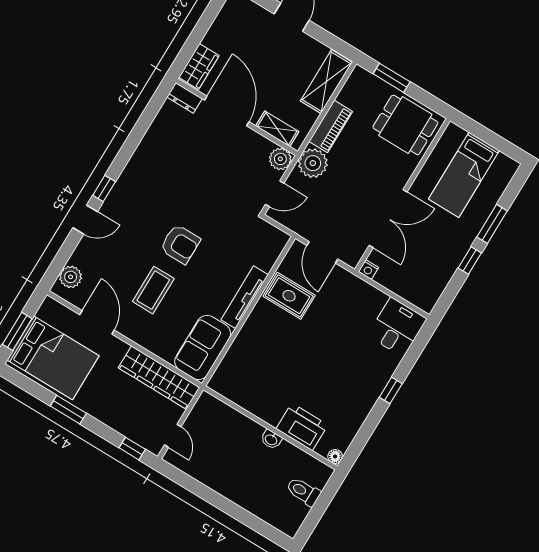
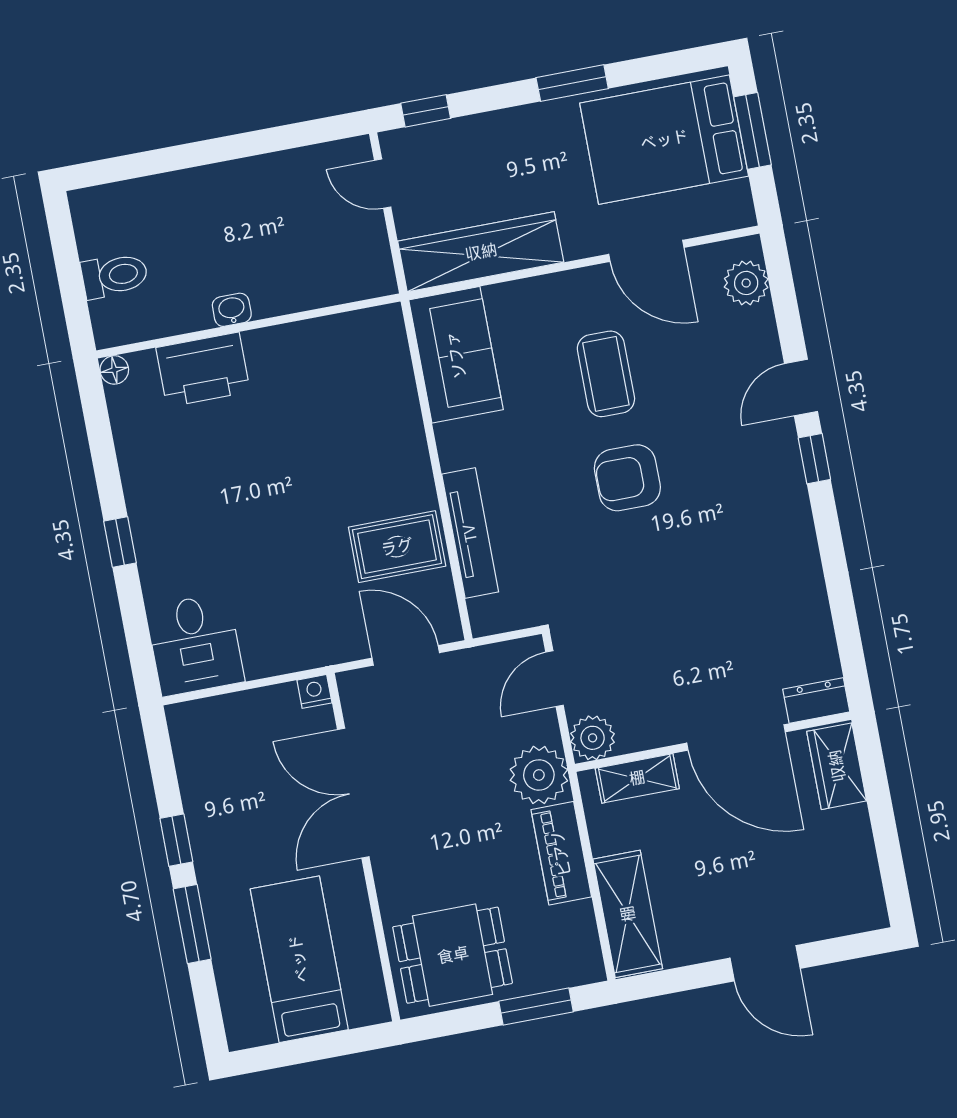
tv unit: (245, 297) -> (470, 533), moved

